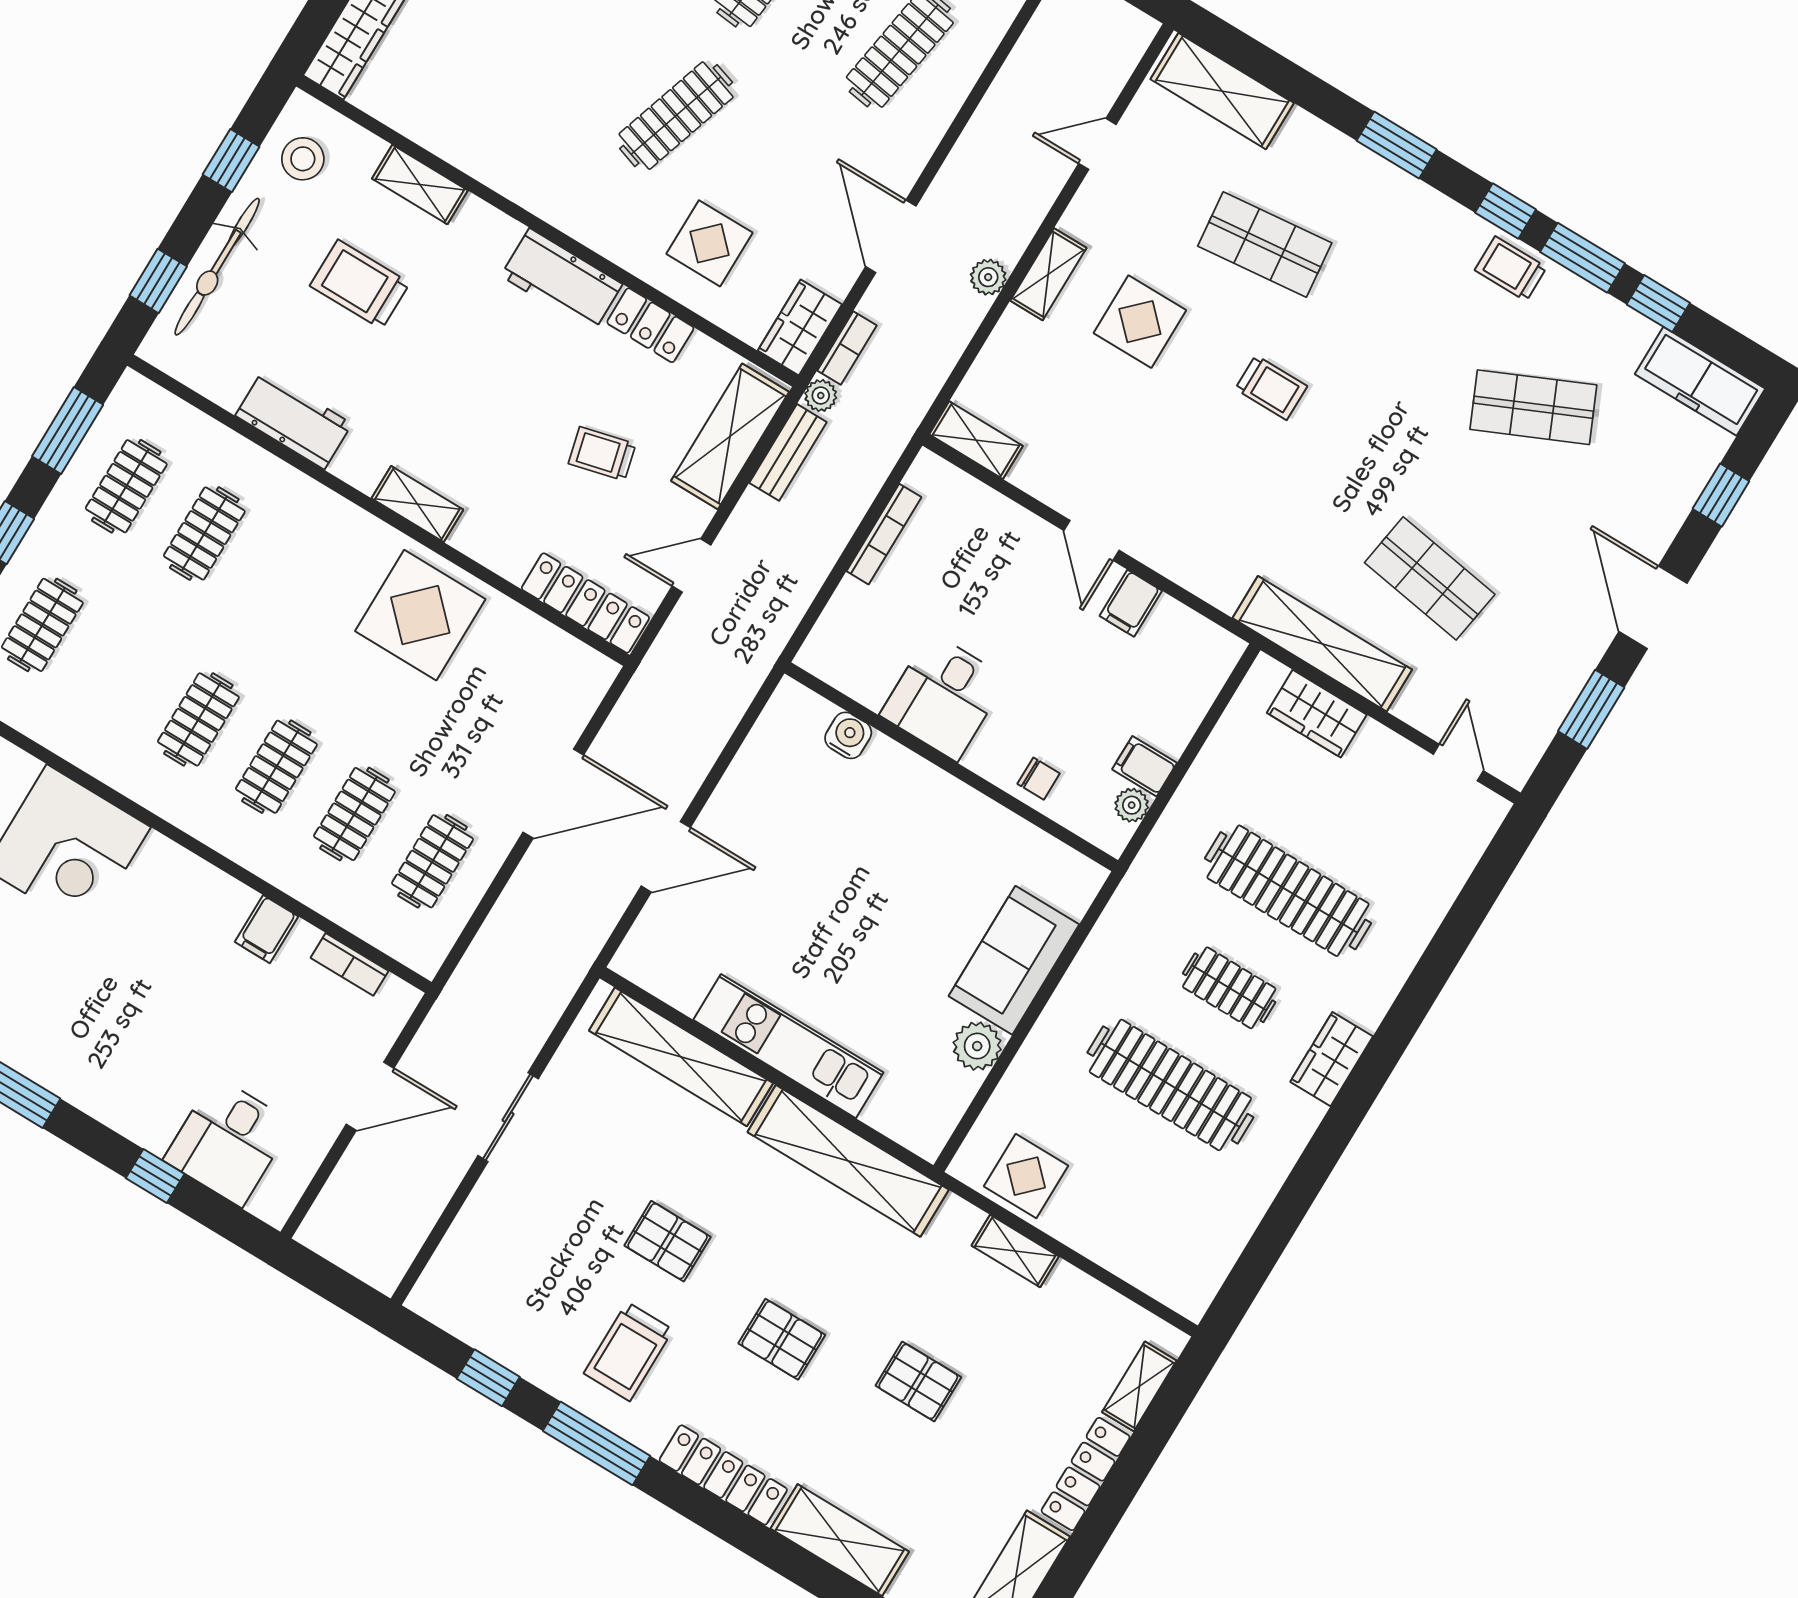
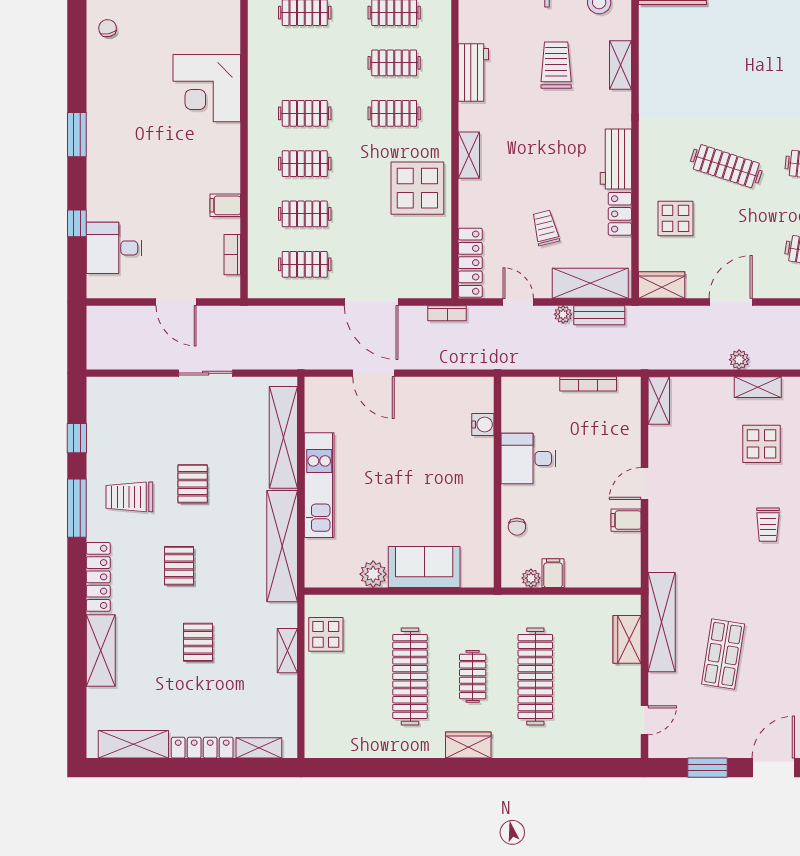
bookcase: (847, 348) -> (447, 313), moved
plant: (821, 396) -> (563, 314), moved
clothes rail: (282, 581) -> (394, 113), added

